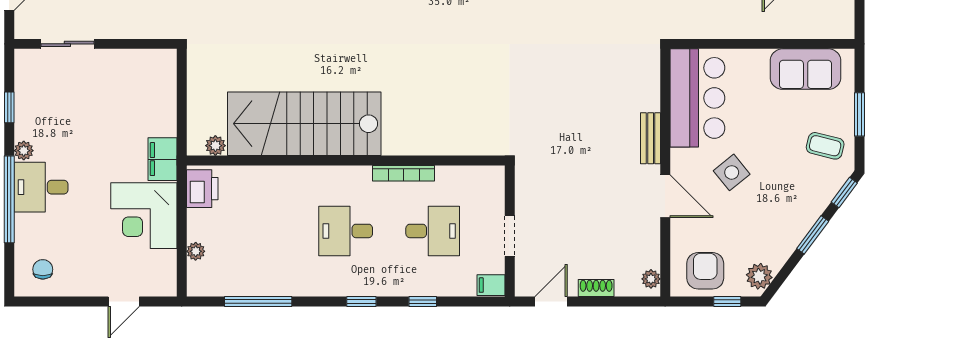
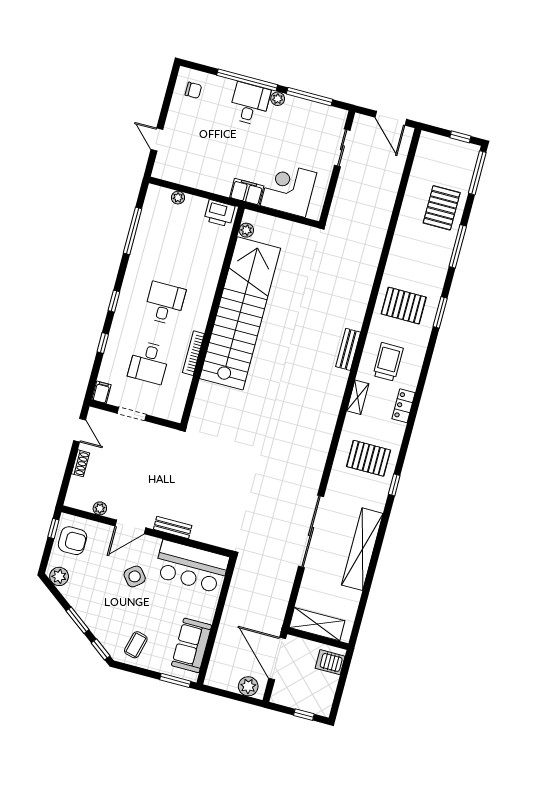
window: (9, 107) -> (310, 97), width x2.17
window: (860, 114) -> (175, 680), moved
stairs: (304, 124) -> (240, 313), width x1.36
corner desk: (144, 216) -> (289, 189), moved
plant: (651, 279) -> (100, 508), moved
window: (727, 301) -> (53, 528), moved

